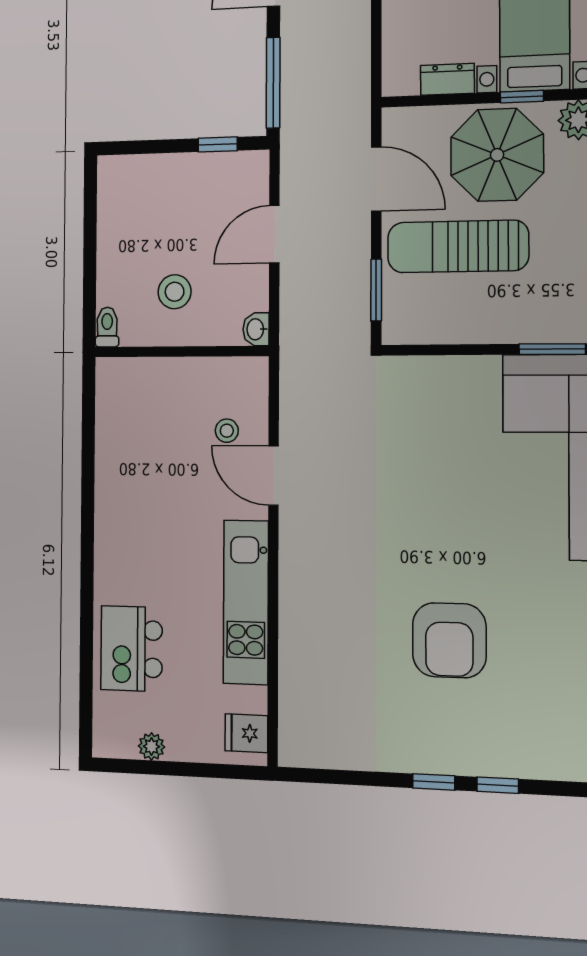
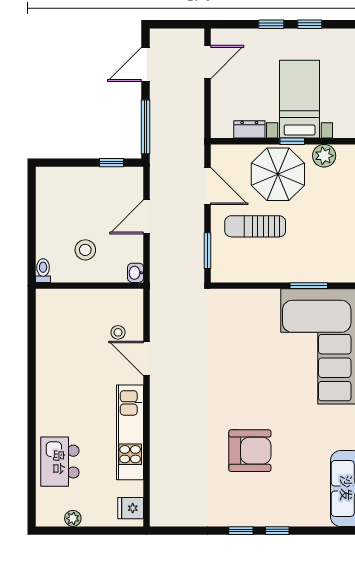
sun lounger: (458, 246) -> (255, 226), width x0.73, depth x0.75
armchair: (449, 640) -> (250, 451), turned -90

